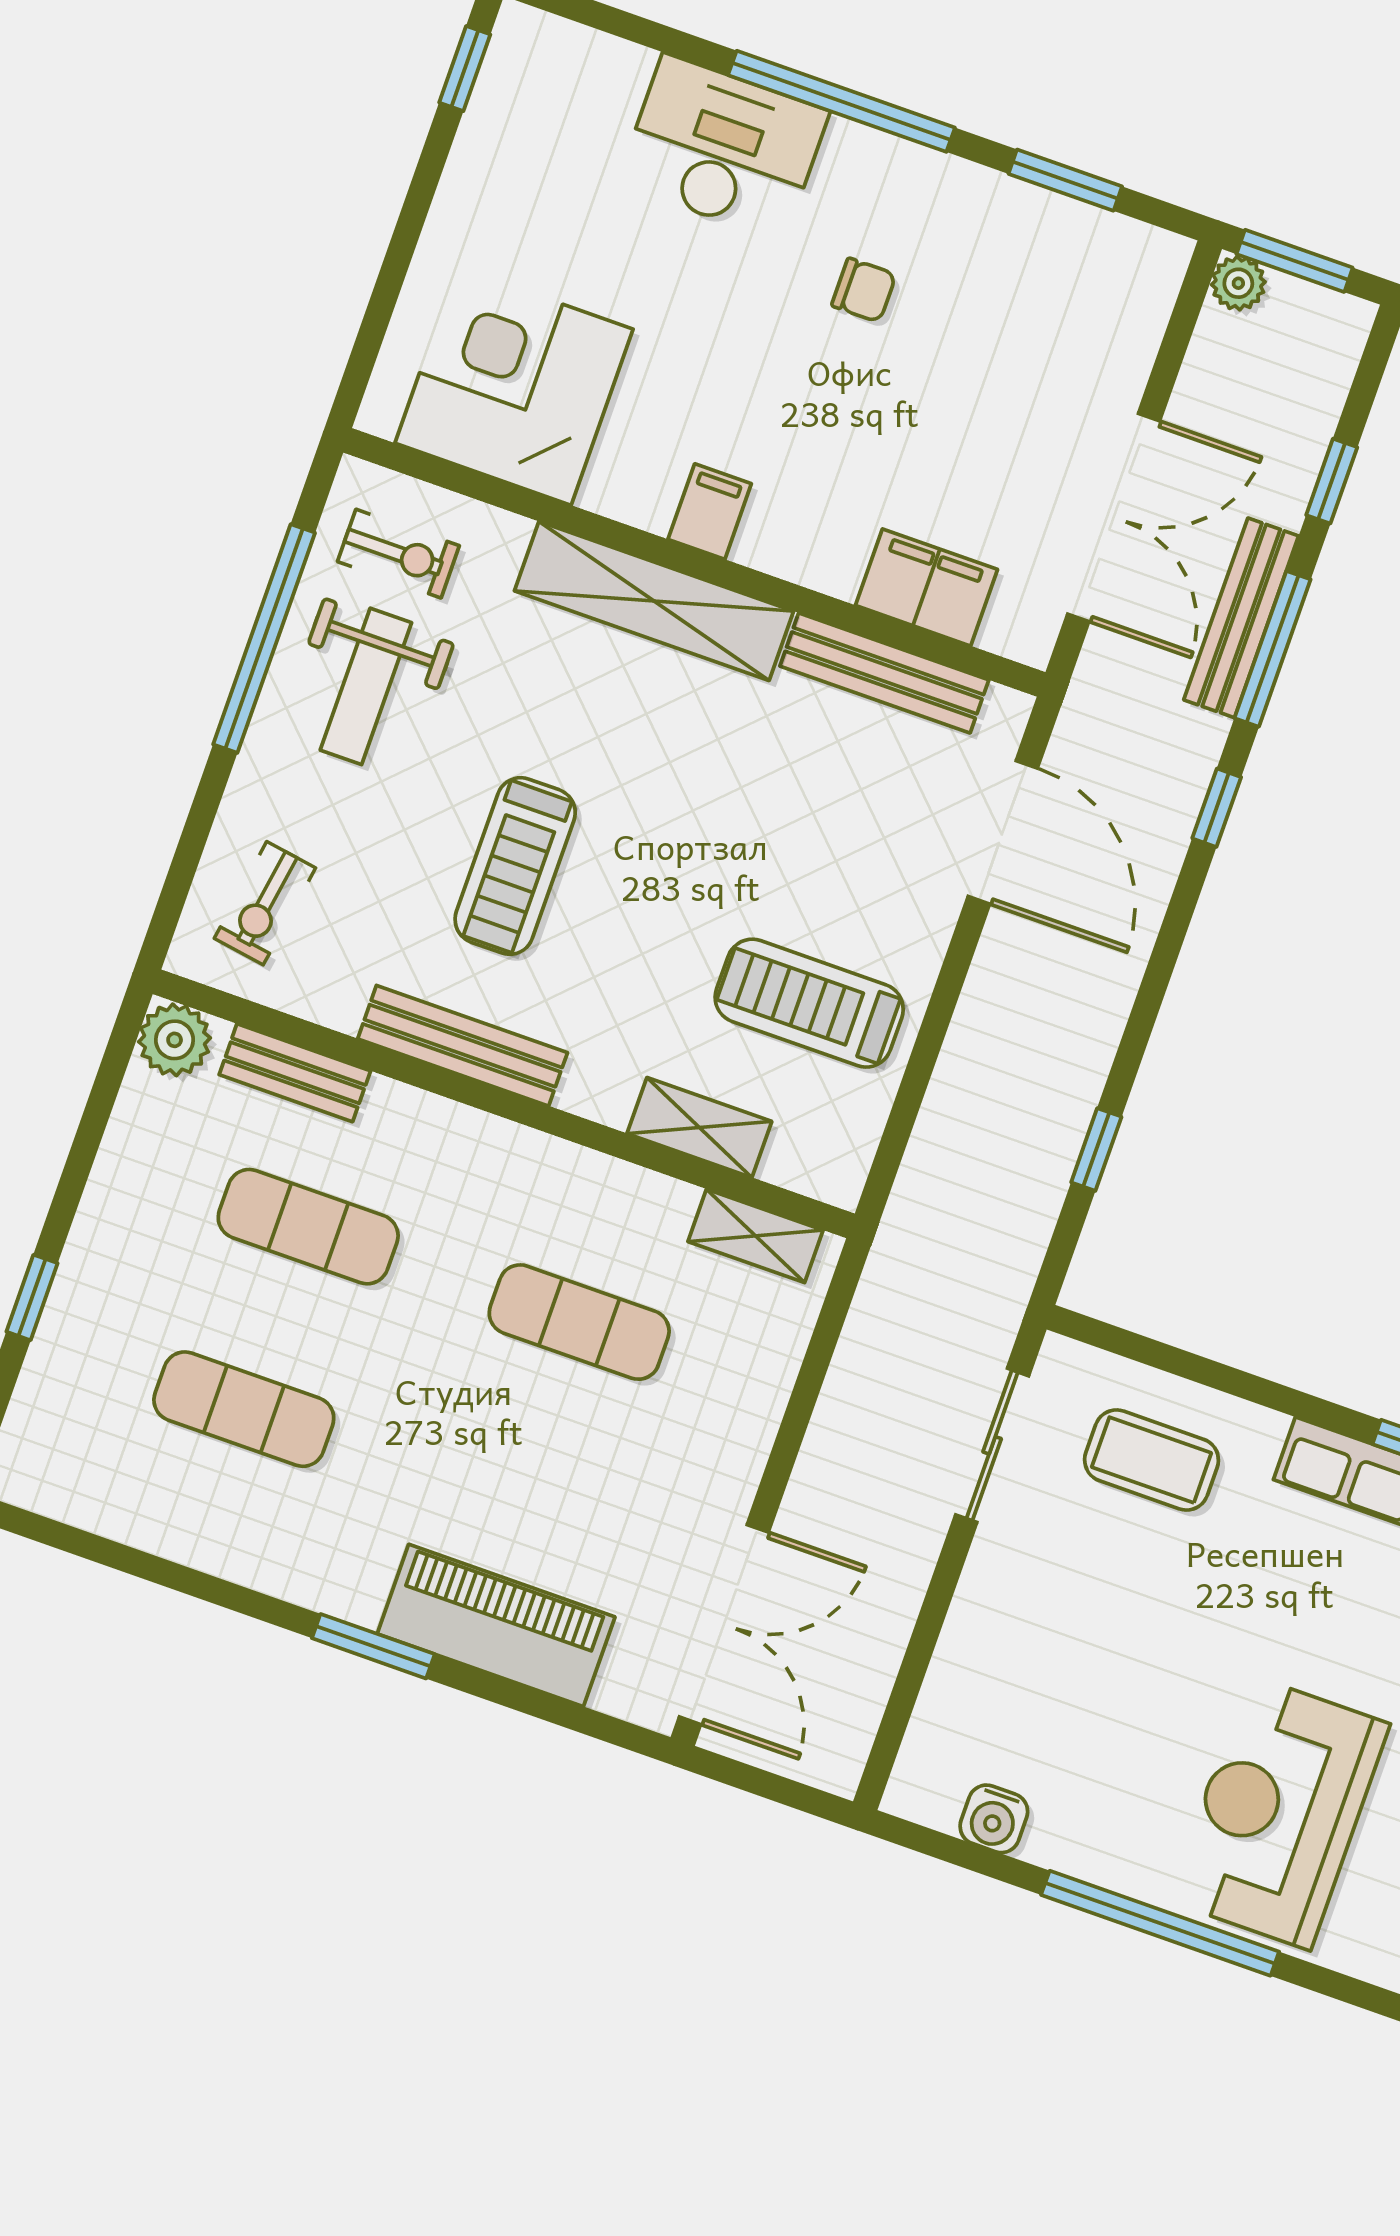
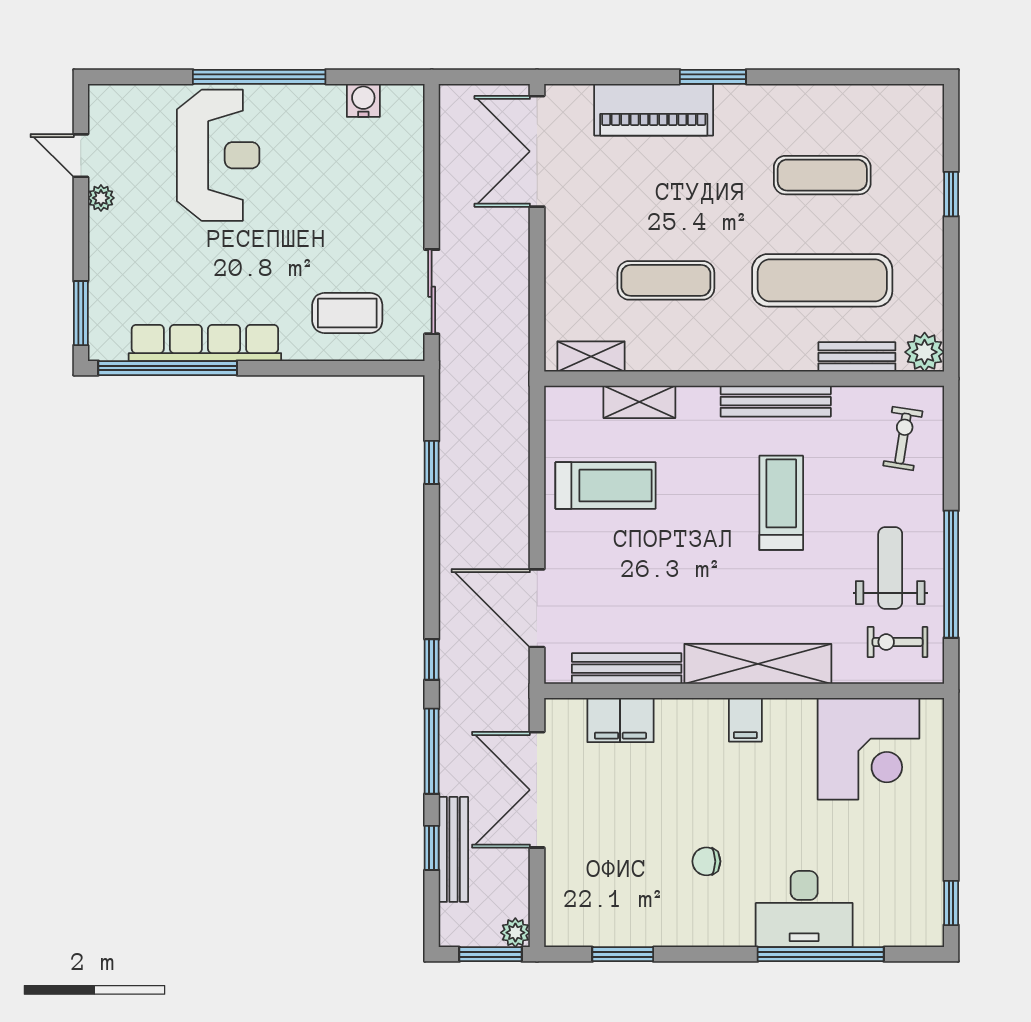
window: (842, 101) -> (821, 954), moved
bench: (1241, 618) -> (453, 849), moved
exercise mat: (308, 1227) -> (822, 280), width x1.36, depth x1.45

